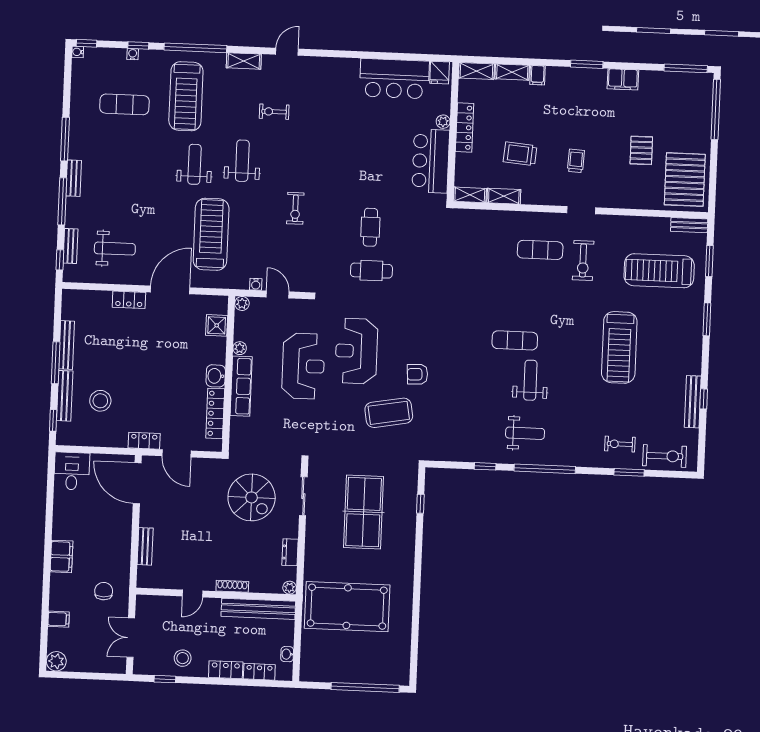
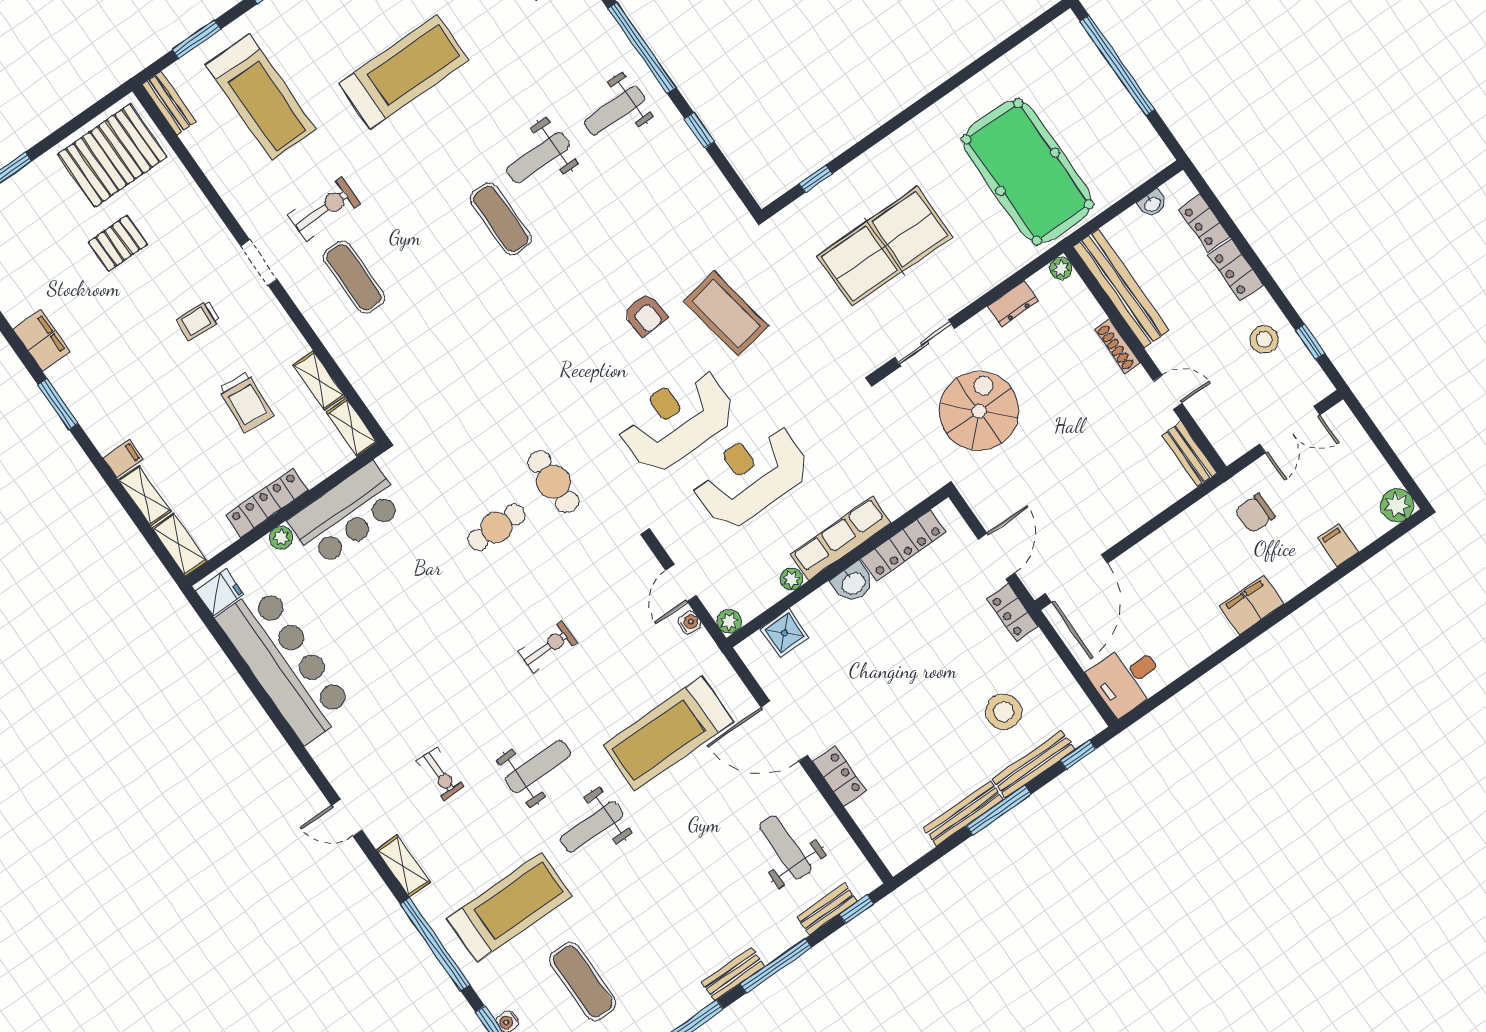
bar counter: (394, 79) -> (285, 664), width x1.36
weight bench: (242, 161) -> (538, 766), turned 180
reception desk: (356, 351) -> (676, 420), turned 180
weight bench: (525, 433) -> (614, 111), turned -90
bench: (145, 546) -> (1189, 454), moved, turned 90

